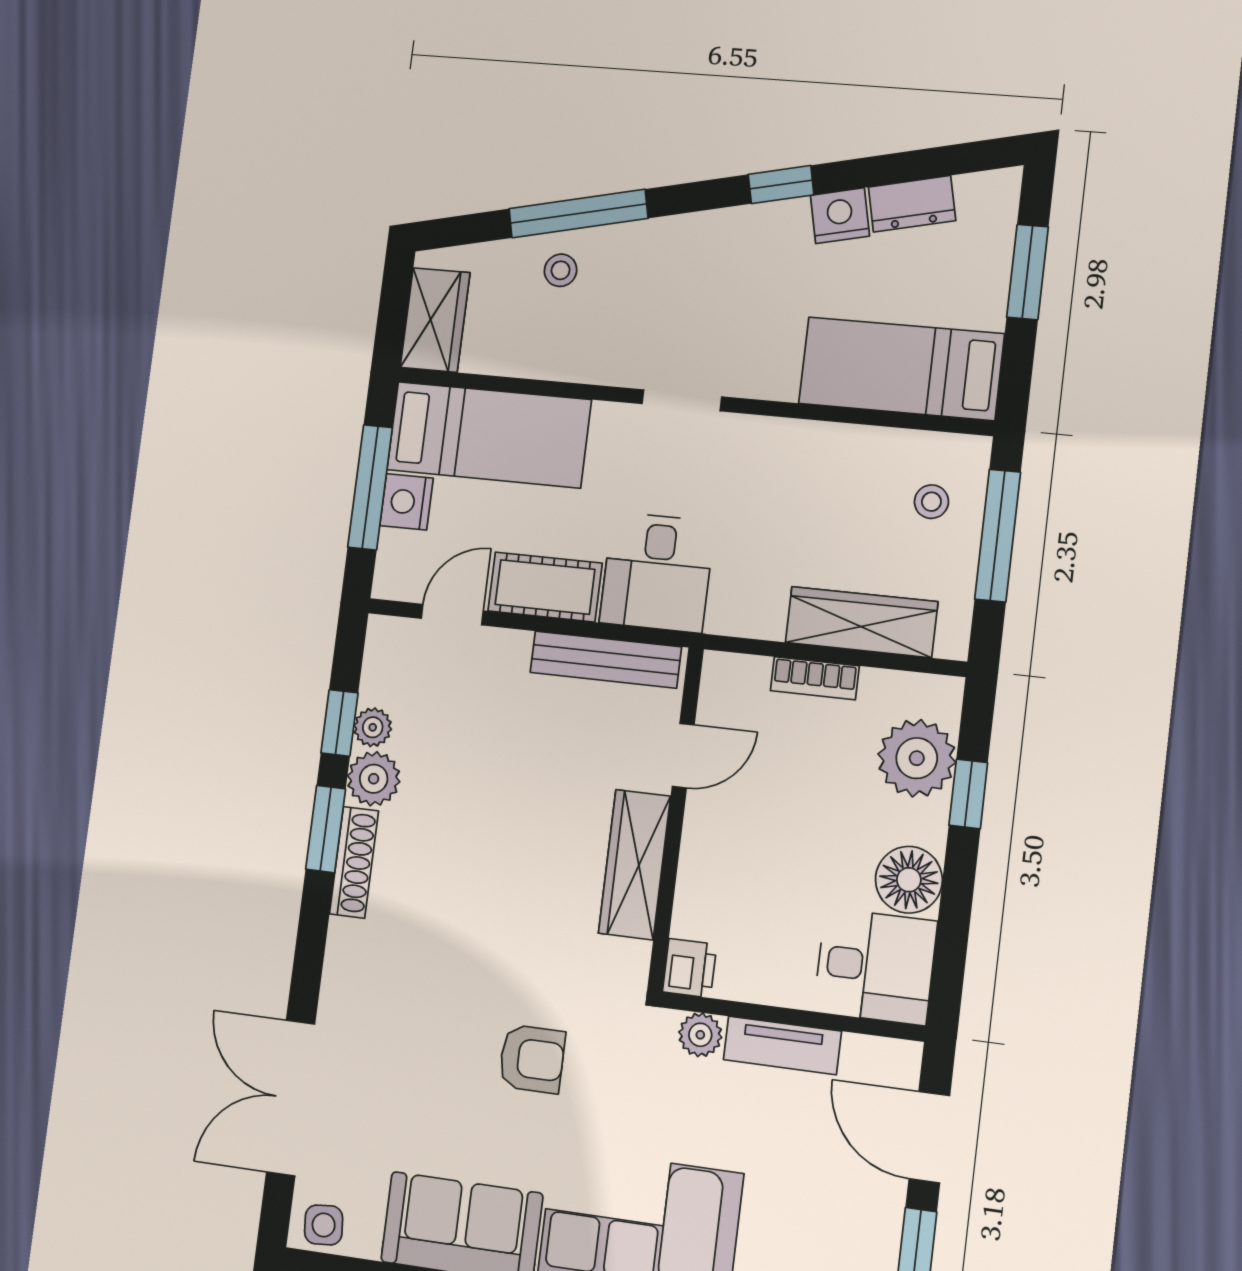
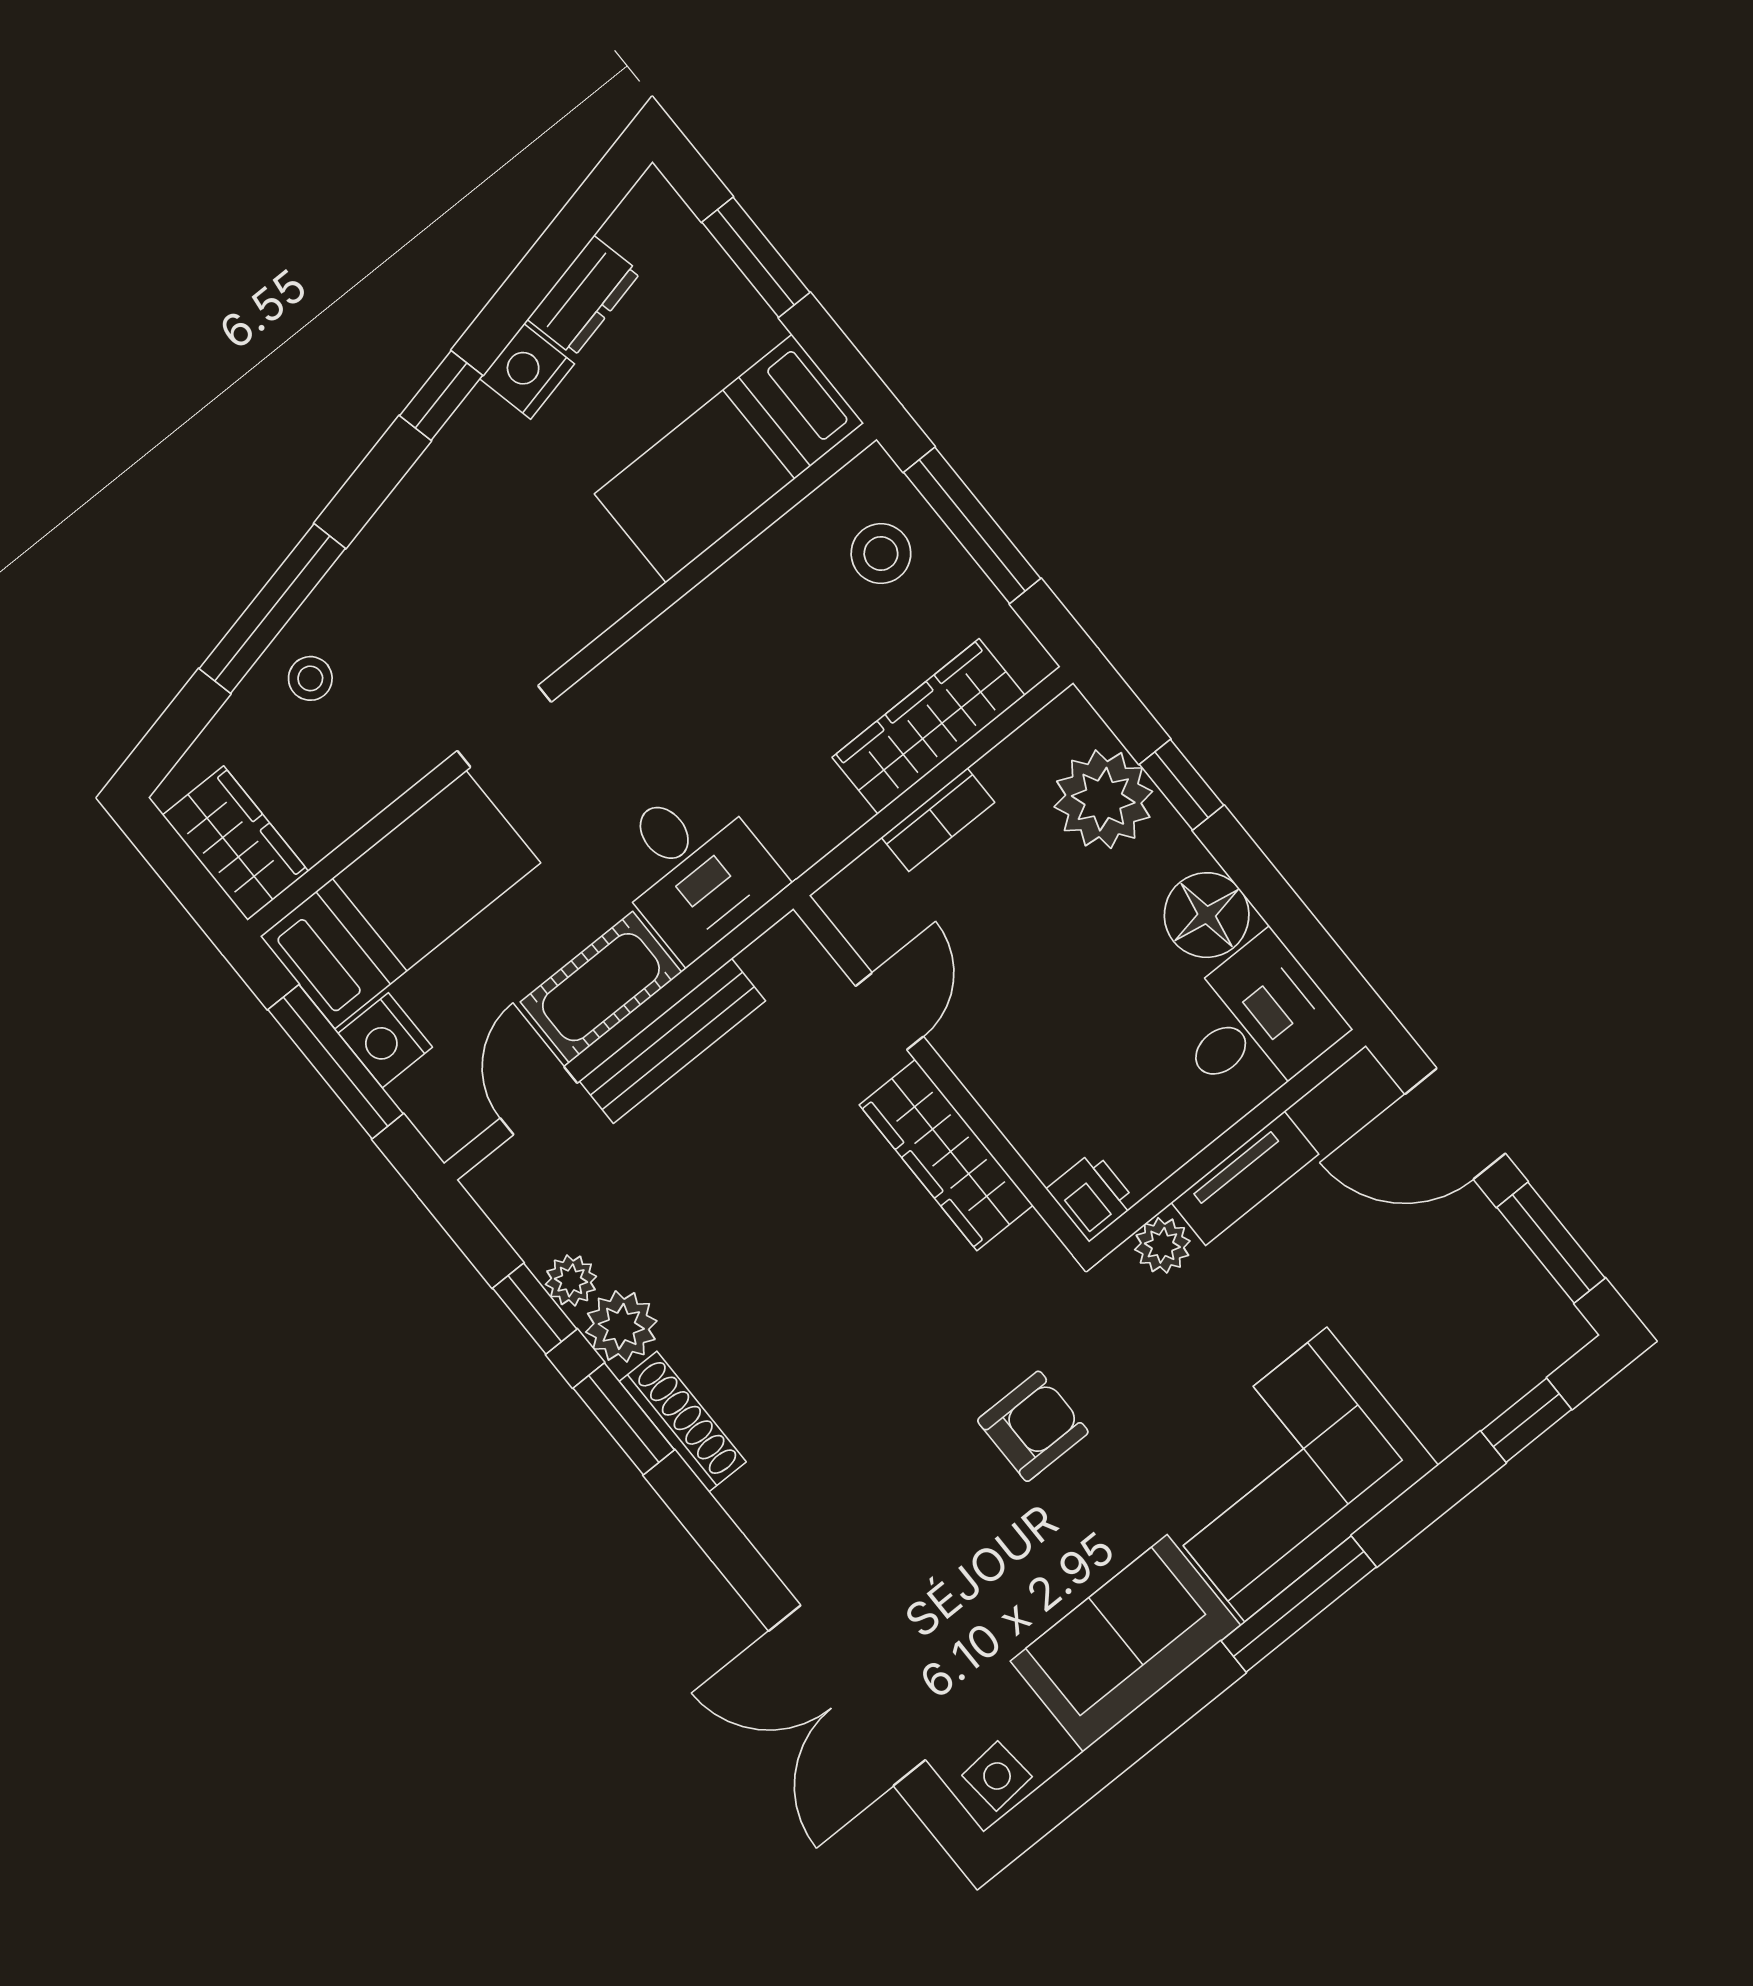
doorway: (682, 400) -> (504, 726), moved
stool: (931, 502) -> (881, 553), width x1.37, depth x1.37
bench: (606, 660) -> (672, 1041), moved

